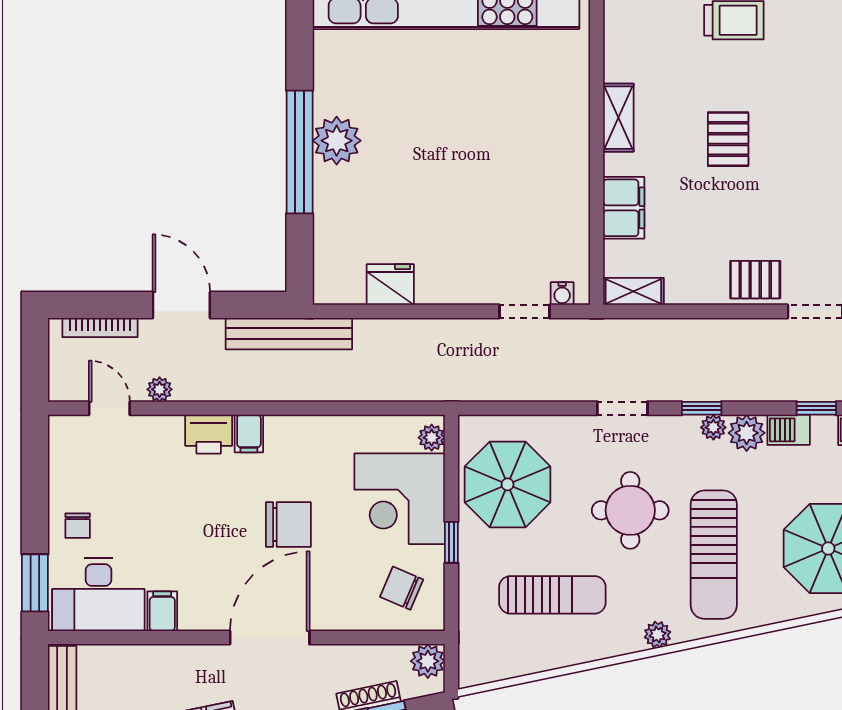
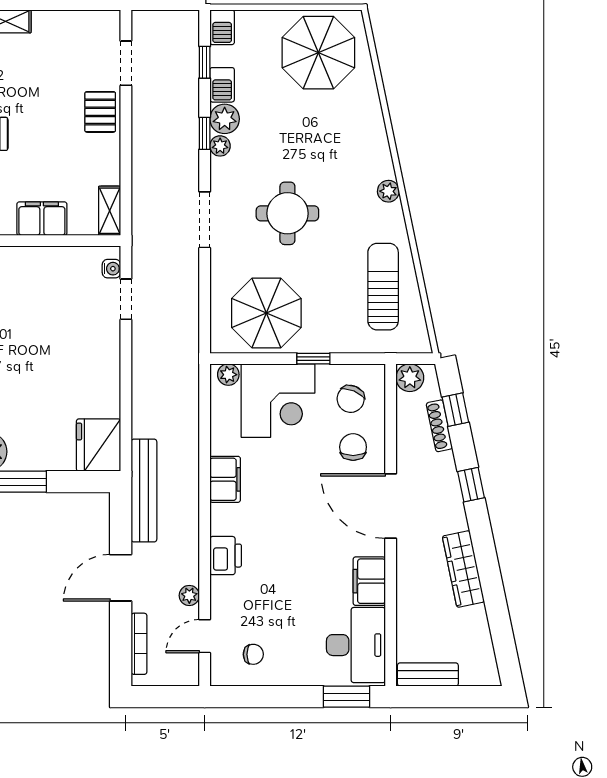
fridge: (390, 285) -> (99, 445), moved, width x1.36, depth x1.34
doorway: (622, 408) -> (205, 220), width x1.38
window: (702, 408) -> (205, 133), moved
filing cabinet: (249, 434) -> (225, 479), moved, width x2.00
chair: (288, 524) -> (353, 447), moved, width x0.73, depth x0.73
chair: (78, 526) -> (253, 654), moved
sun lounger: (714, 555) -> (323, 145), removed
sun lounger: (552, 595) -> (383, 287), moved
filing cabinet: (162, 611) -> (369, 581), width x2.00

